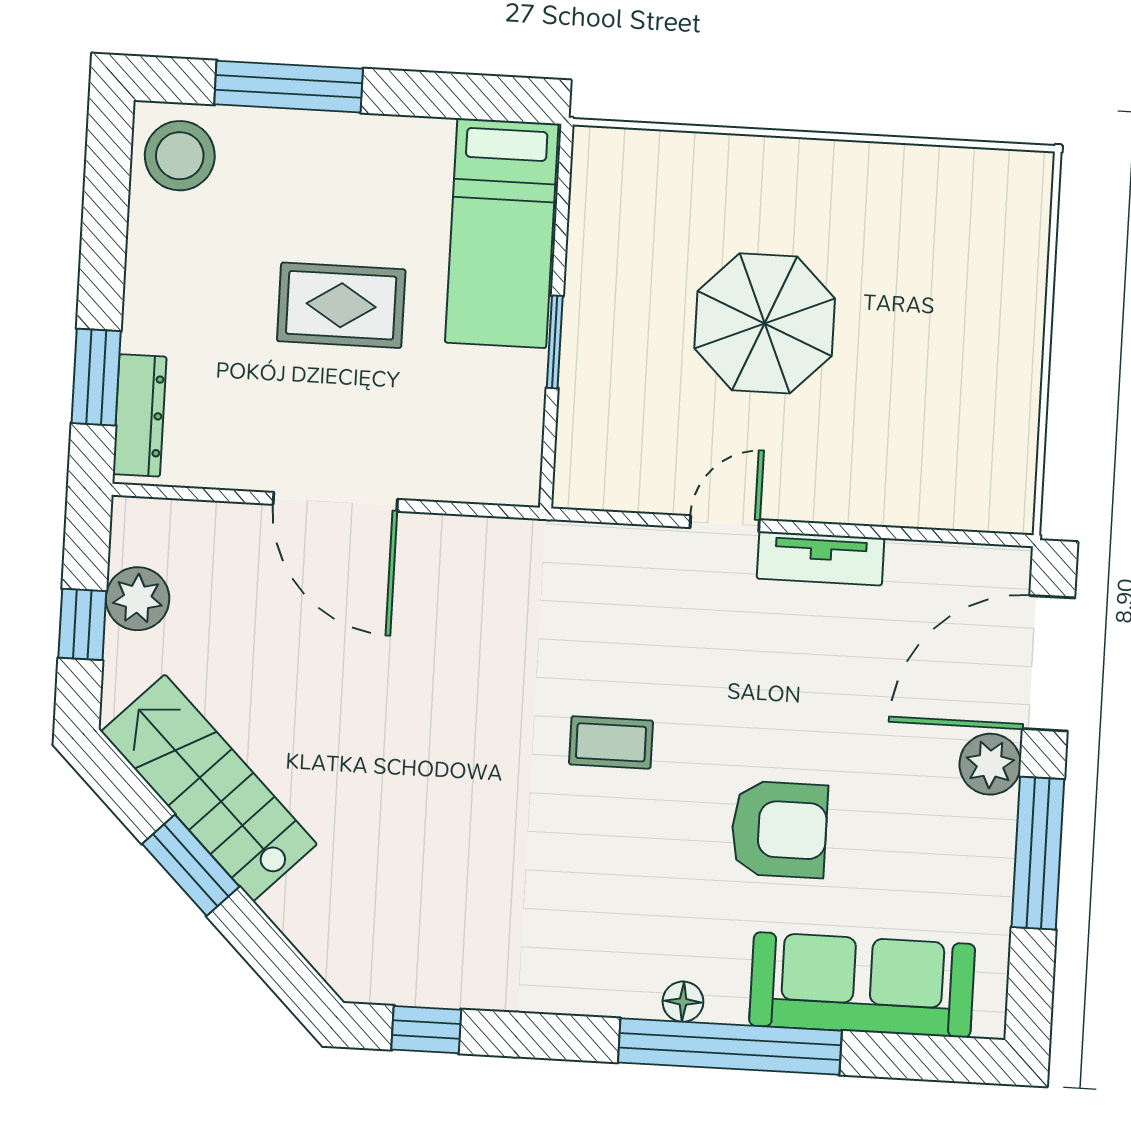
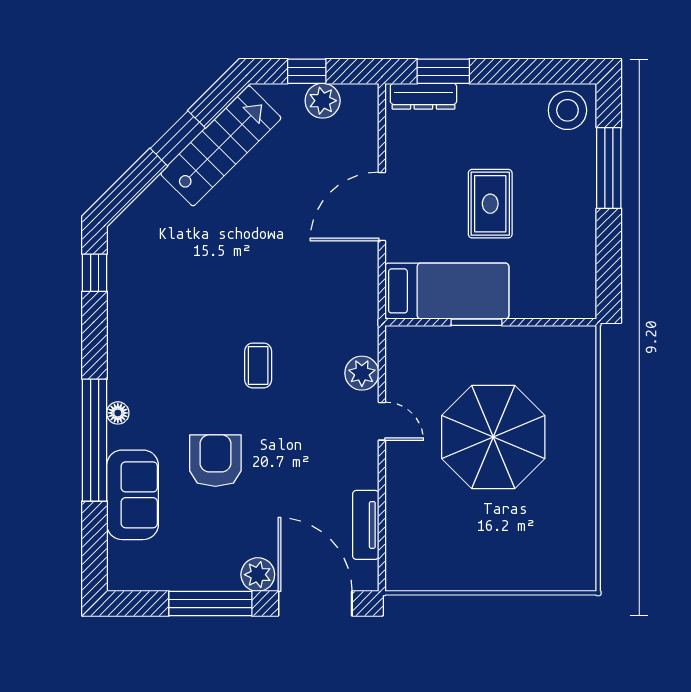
bed: (502, 233) -> (447, 291), moved, turned 180
parasol: (765, 323) -> (493, 437), width x1.36, depth x1.36
plant: (635, 555) -> (362, 373), added
tv unit: (821, 558) -> (366, 525), moved
armchair: (779, 829) -> (215, 461), turned 180
sofa: (862, 985) -> (133, 495), width x0.73

